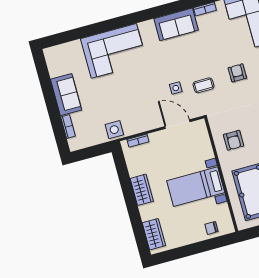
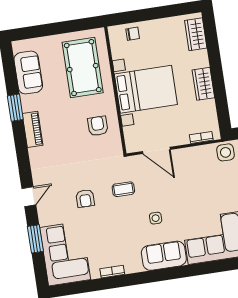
sofa: (176, 24) -> (164, 256), moved
side table: (176, 88) -> (156, 218), moved
bed with nightstands: (196, 187) -> (146, 89), width x1.36

